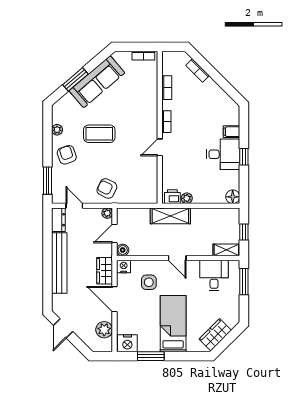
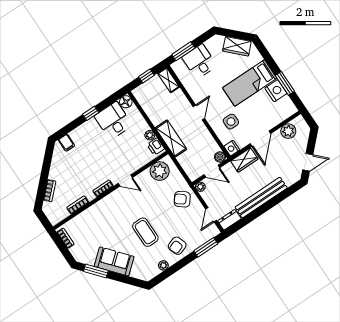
window: (75, 79) -> (96, 271), moved
sofa: (97, 82) -> (114, 261), width x0.73
filing cabinet: (232, 132) -> (67, 143), moved
desk: (223, 154) -> (113, 121), moved
plant: (147, 185) -> (160, 171), added
armchair: (107, 188) -> (182, 199), turned 102
desk: (214, 276) -> (199, 62), moved, turned 90
nightstand: (127, 343) -> (276, 91), moved

